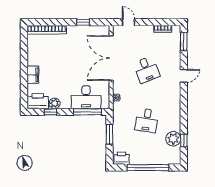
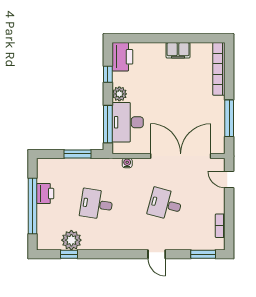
window: (83, 22) -> (229, 118), width x2.17
door: (128, 22) -> (229, 179), swing flipped
desk: (147, 69) -> (165, 204), turned 36
filing cabinet: (33, 75) -> (178, 50), moved
plant: (55, 103) -> (119, 94), moved
printer: (121, 158) -> (45, 194), moved

